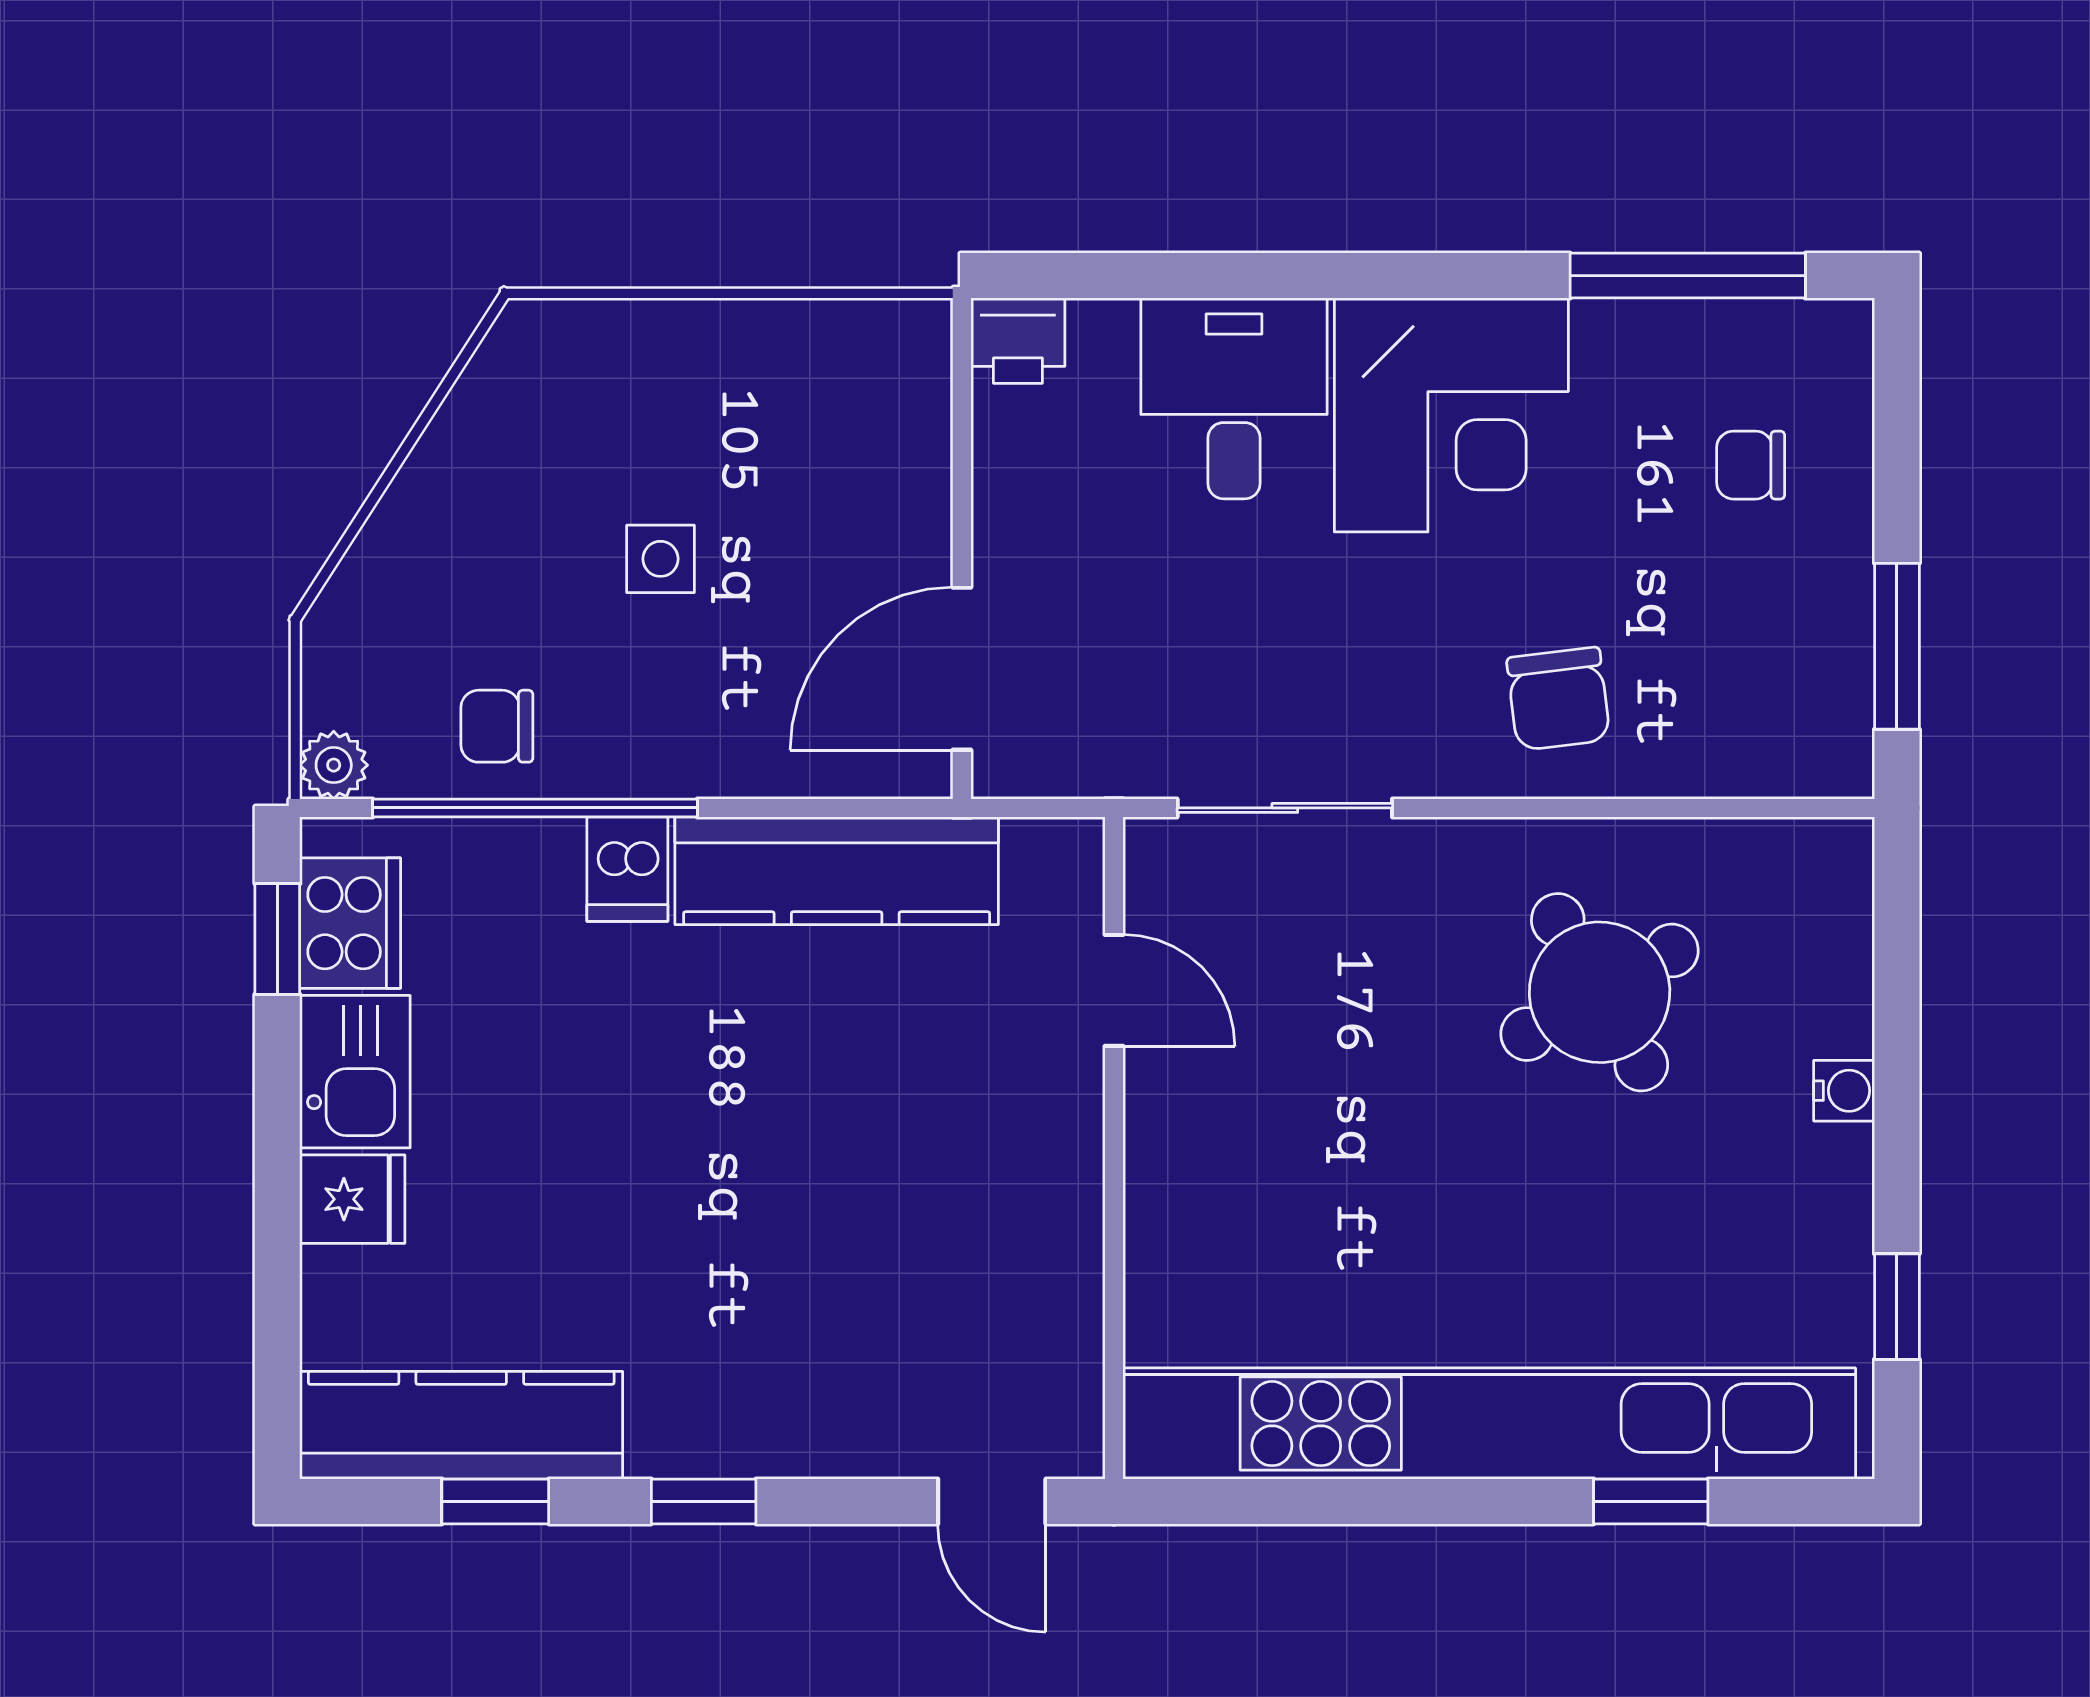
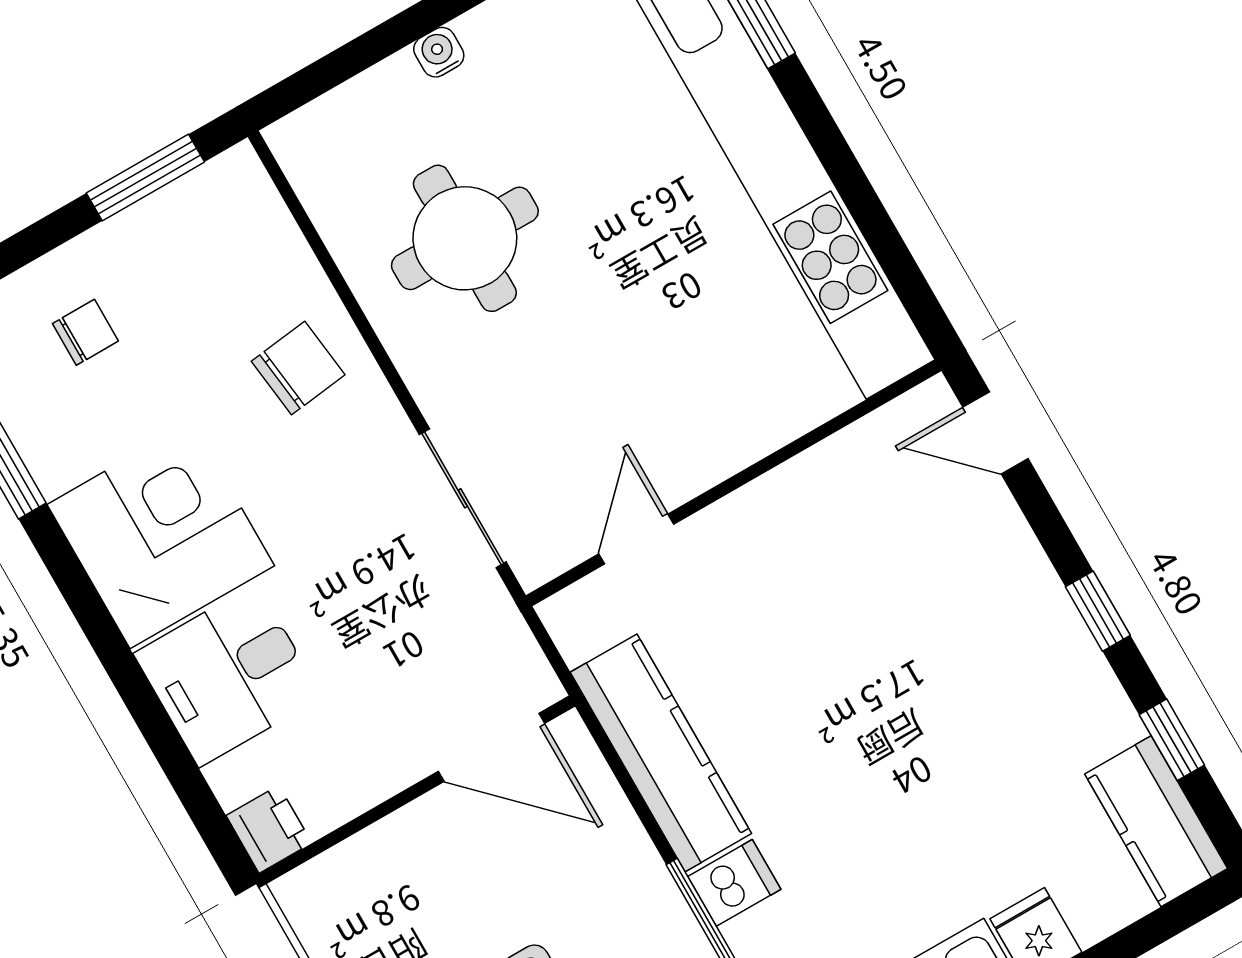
chair: (1751, 465) -> (85, 332), turned -90
round table: (1600, 992) -> (465, 238), turned 30
kitchen counter: (461, 1425) -> (1156, 821), width x0.67
door: (992, 1501) -> (995, 433), swing flipped

